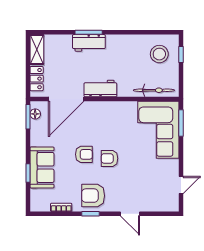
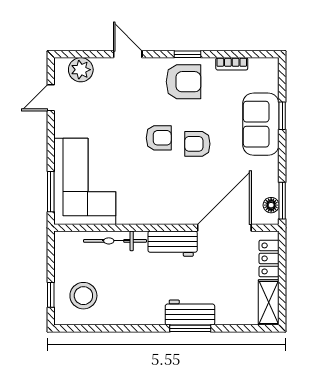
bicycle: (154, 90) -> (115, 241), moved
plant: (161, 203) -> (81, 70), added

